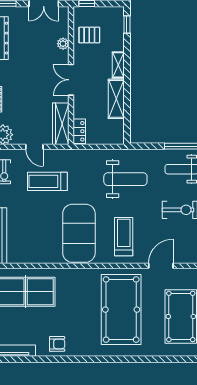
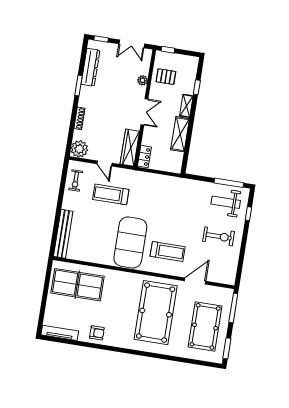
window: (127, 25) -> (197, 87), moved
double door: (71, 80) -> (144, 112), swing flipped
weight bench: (125, 179) -> (177, 203), removed
treadmill: (124, 237) -> (168, 251), turned 90

